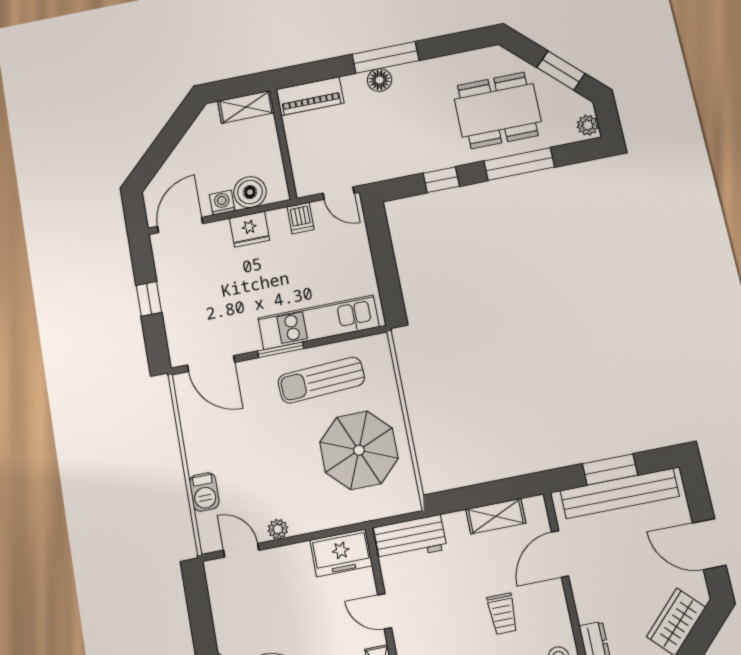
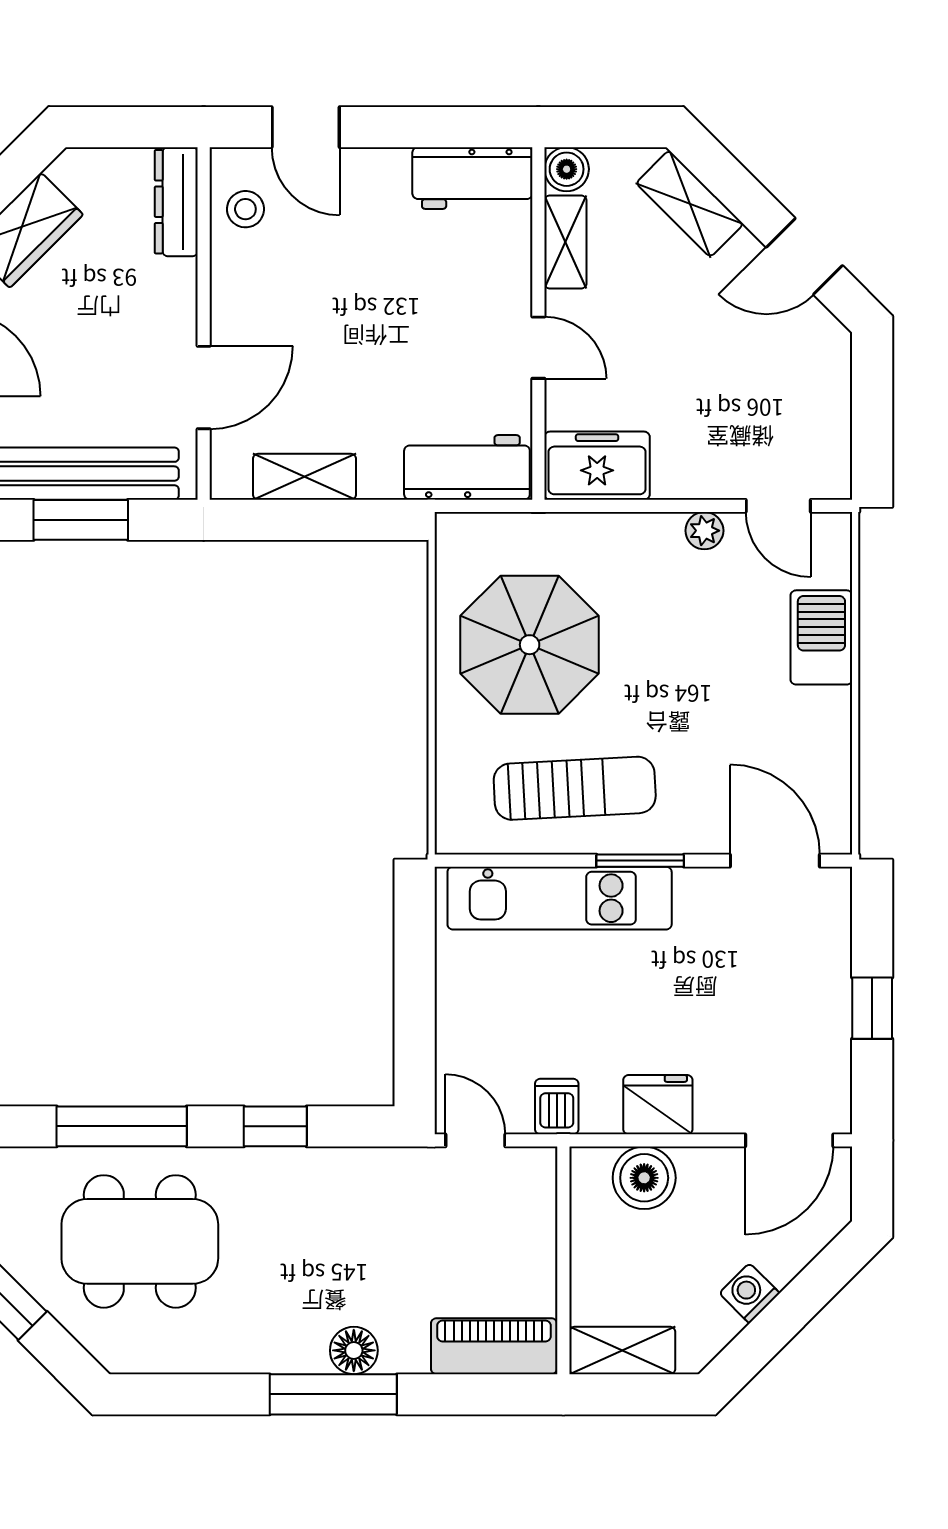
washing machine: (222, 203) -> (749, 1293), moved, turned 135
barbecue: (204, 492) -> (821, 637), width x1.38, depth x1.27
trolley: (502, 614) -> (329, 303), removed

